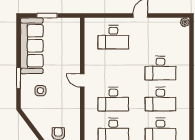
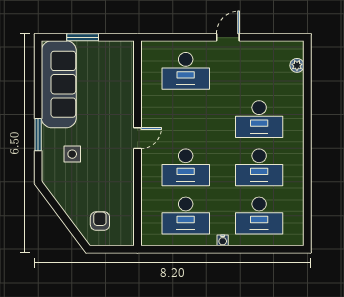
plant: (185, 22) -> (297, 65), moved
door: (82, 80) -> (137, 138), swing flipped

